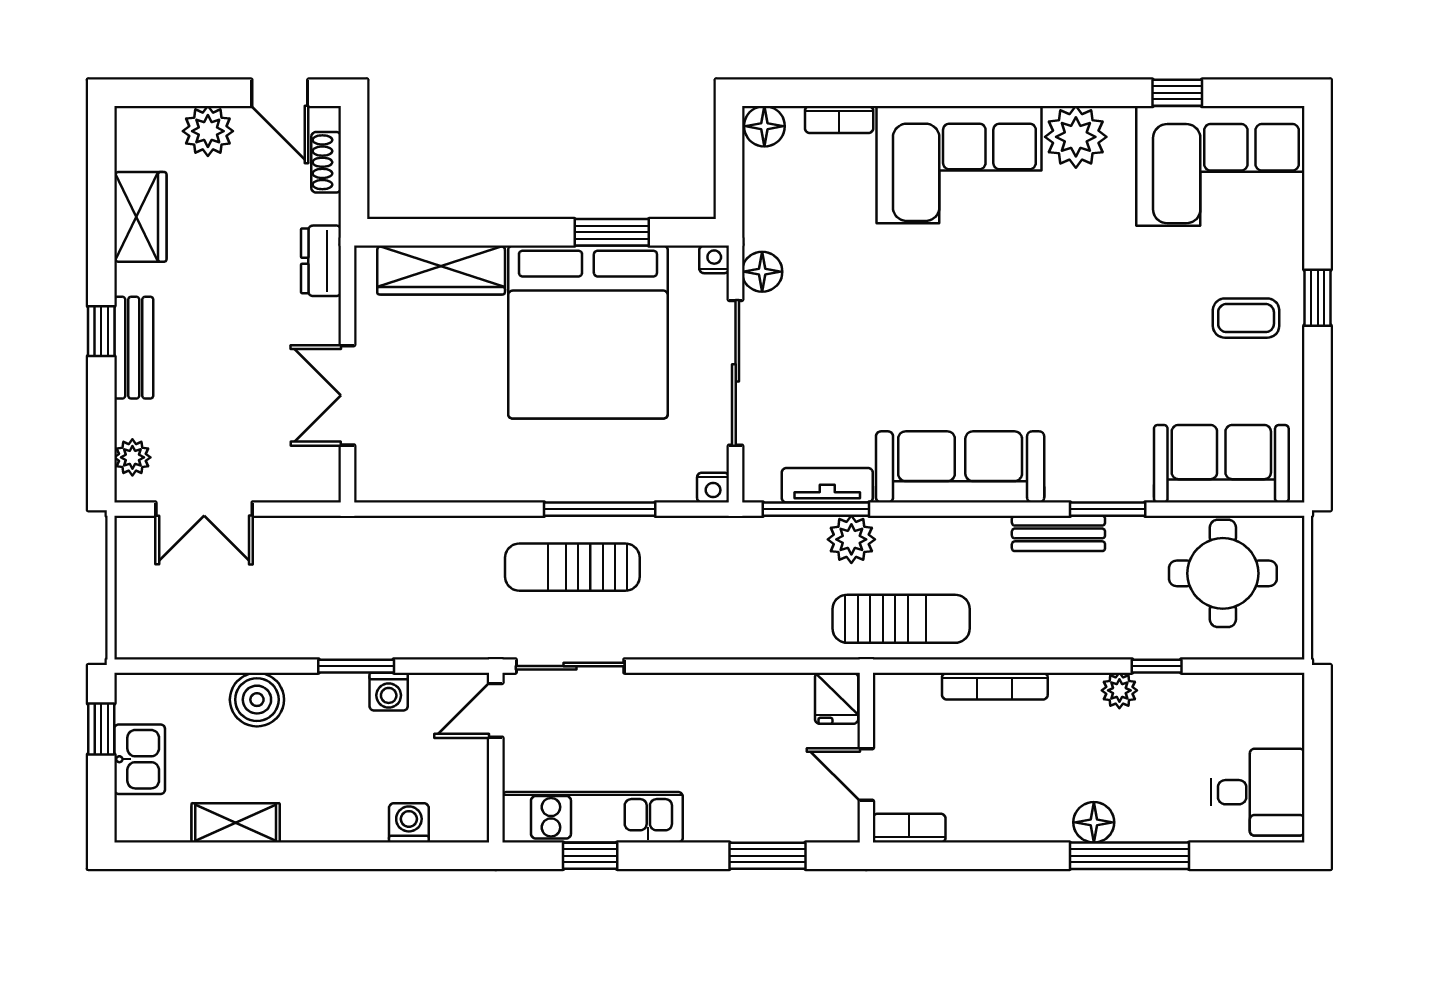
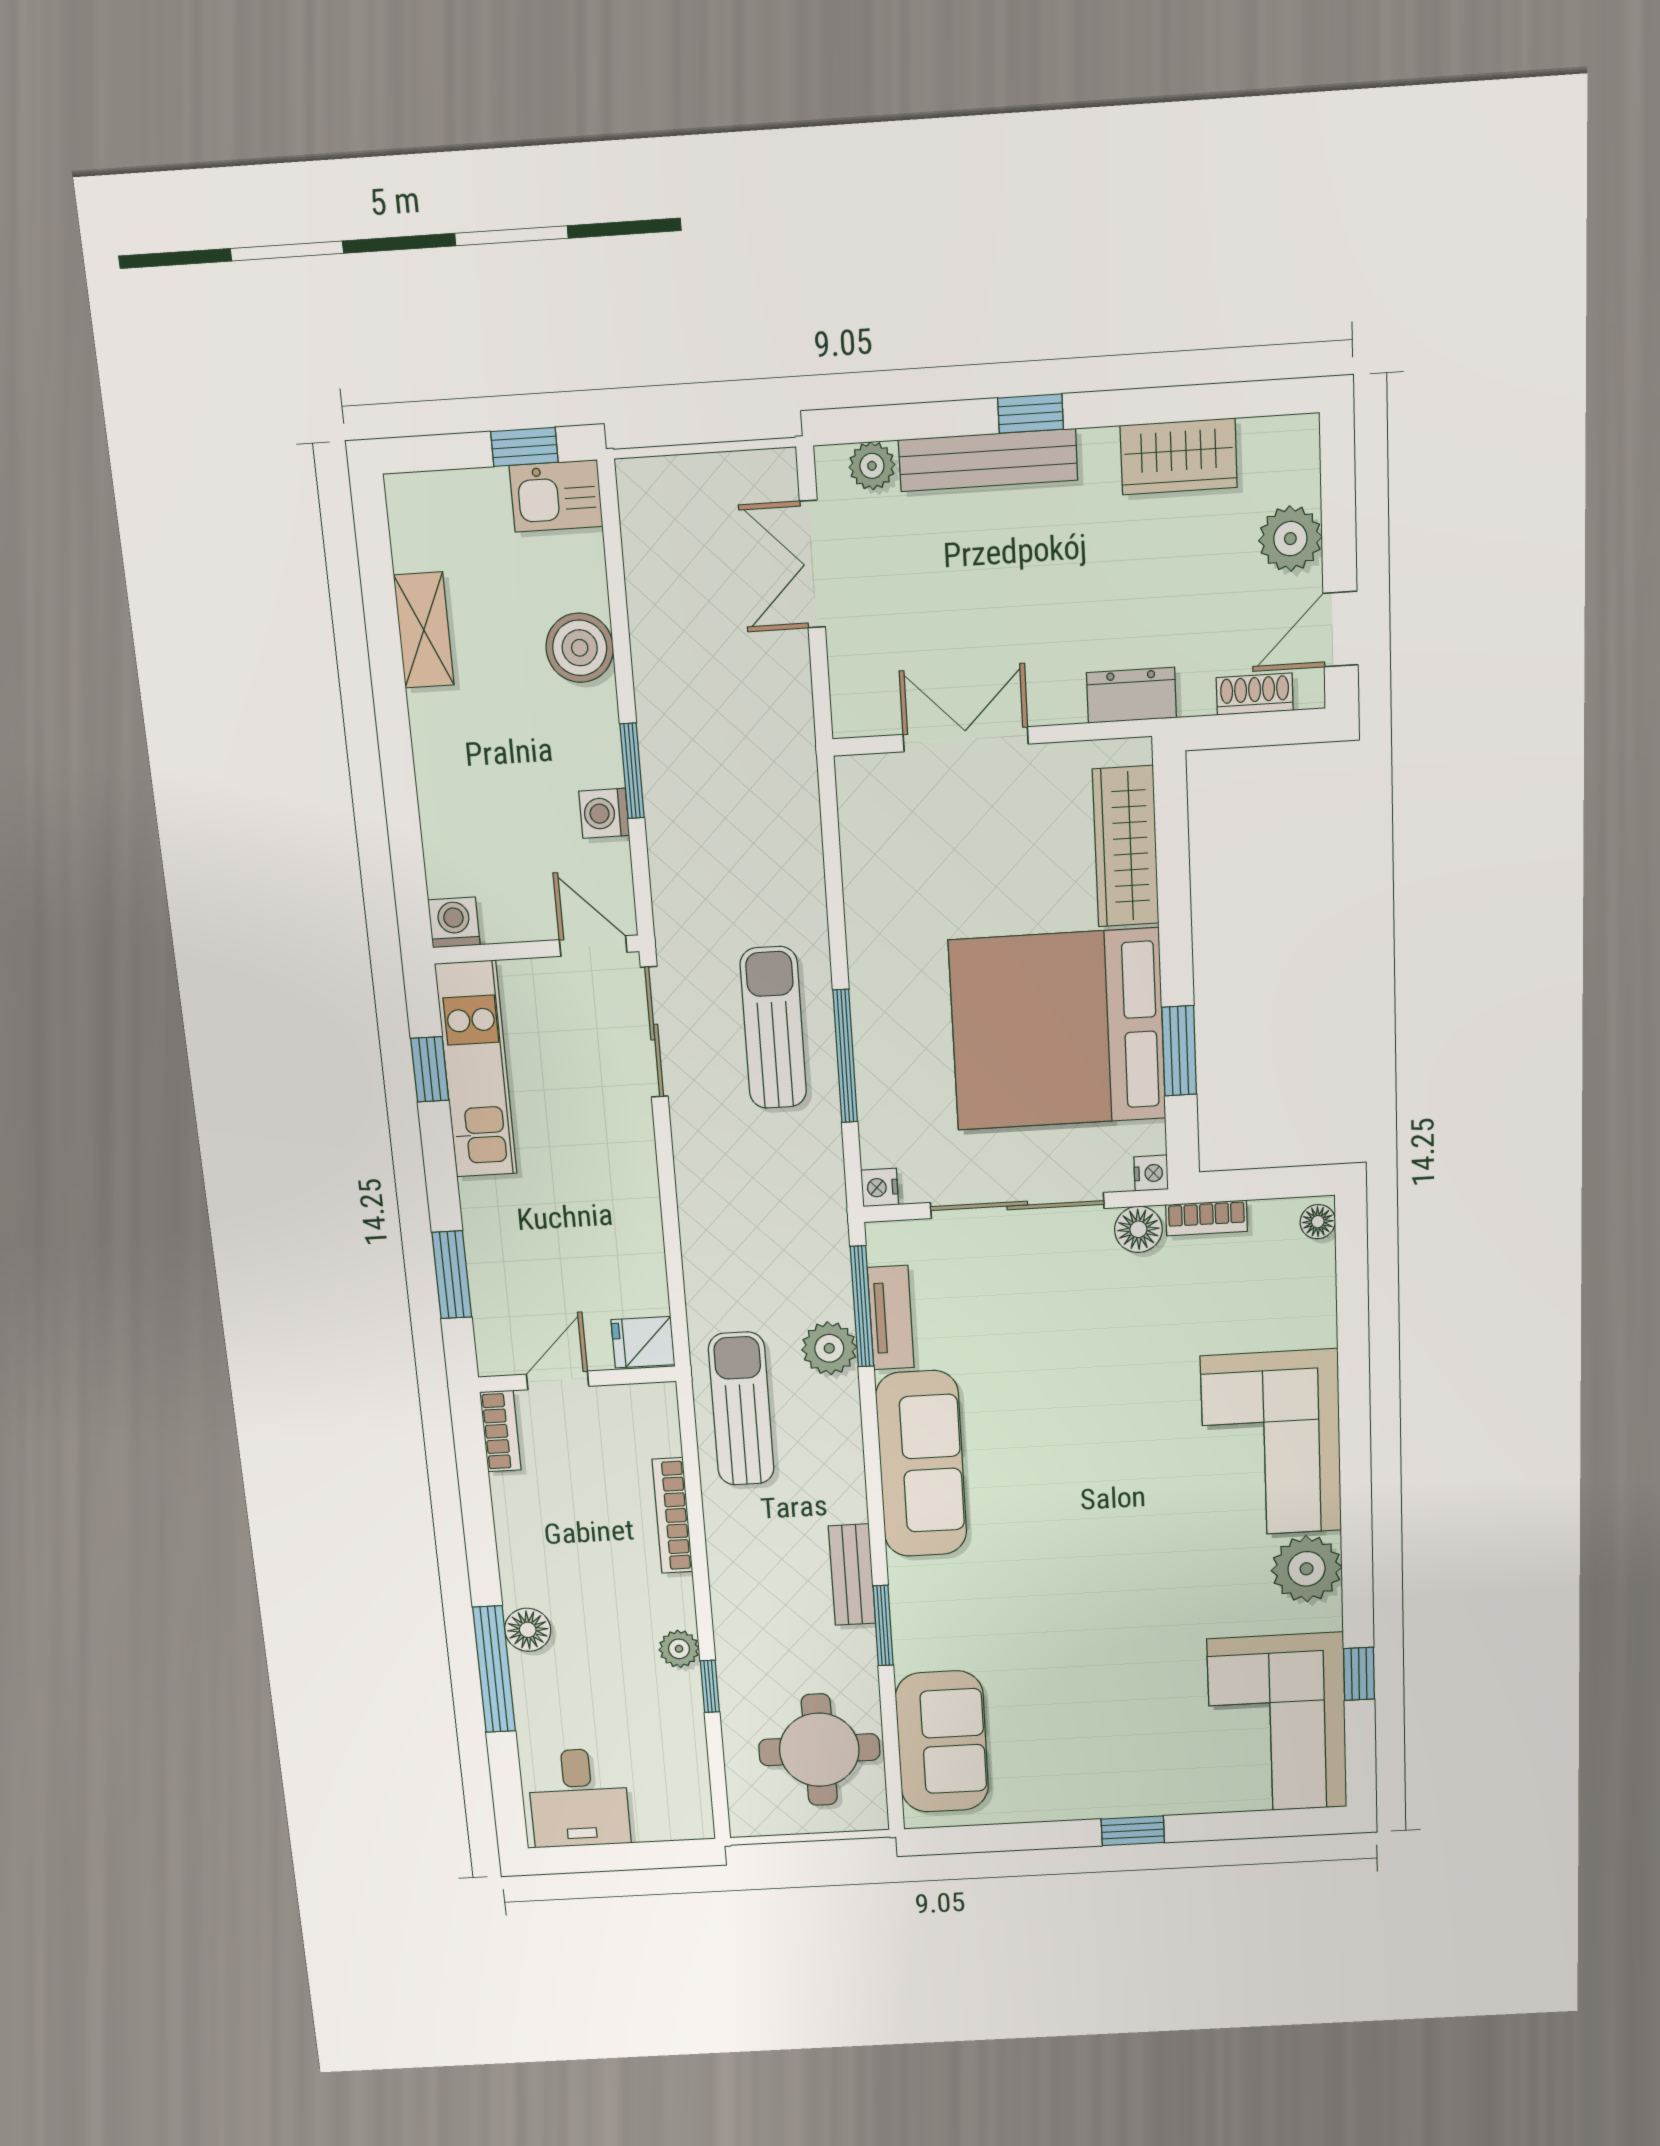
bookcase: (839, 119) -> (1206, 1218), moved, turned -90
floor lamp: (764, 126) -> (1318, 1222), width x0.73, depth x0.73
coffee table: (1246, 318) -> (1107, 1759), removed
bench: (134, 348) -> (988, 460), width x1.36
sun lounger: (901, 619) -> (741, 1409), turned 180
kitchen sink: (140, 759) -> (556, 496), moved
washing machine: (409, 823) -> (454, 922), moved, turned -90

